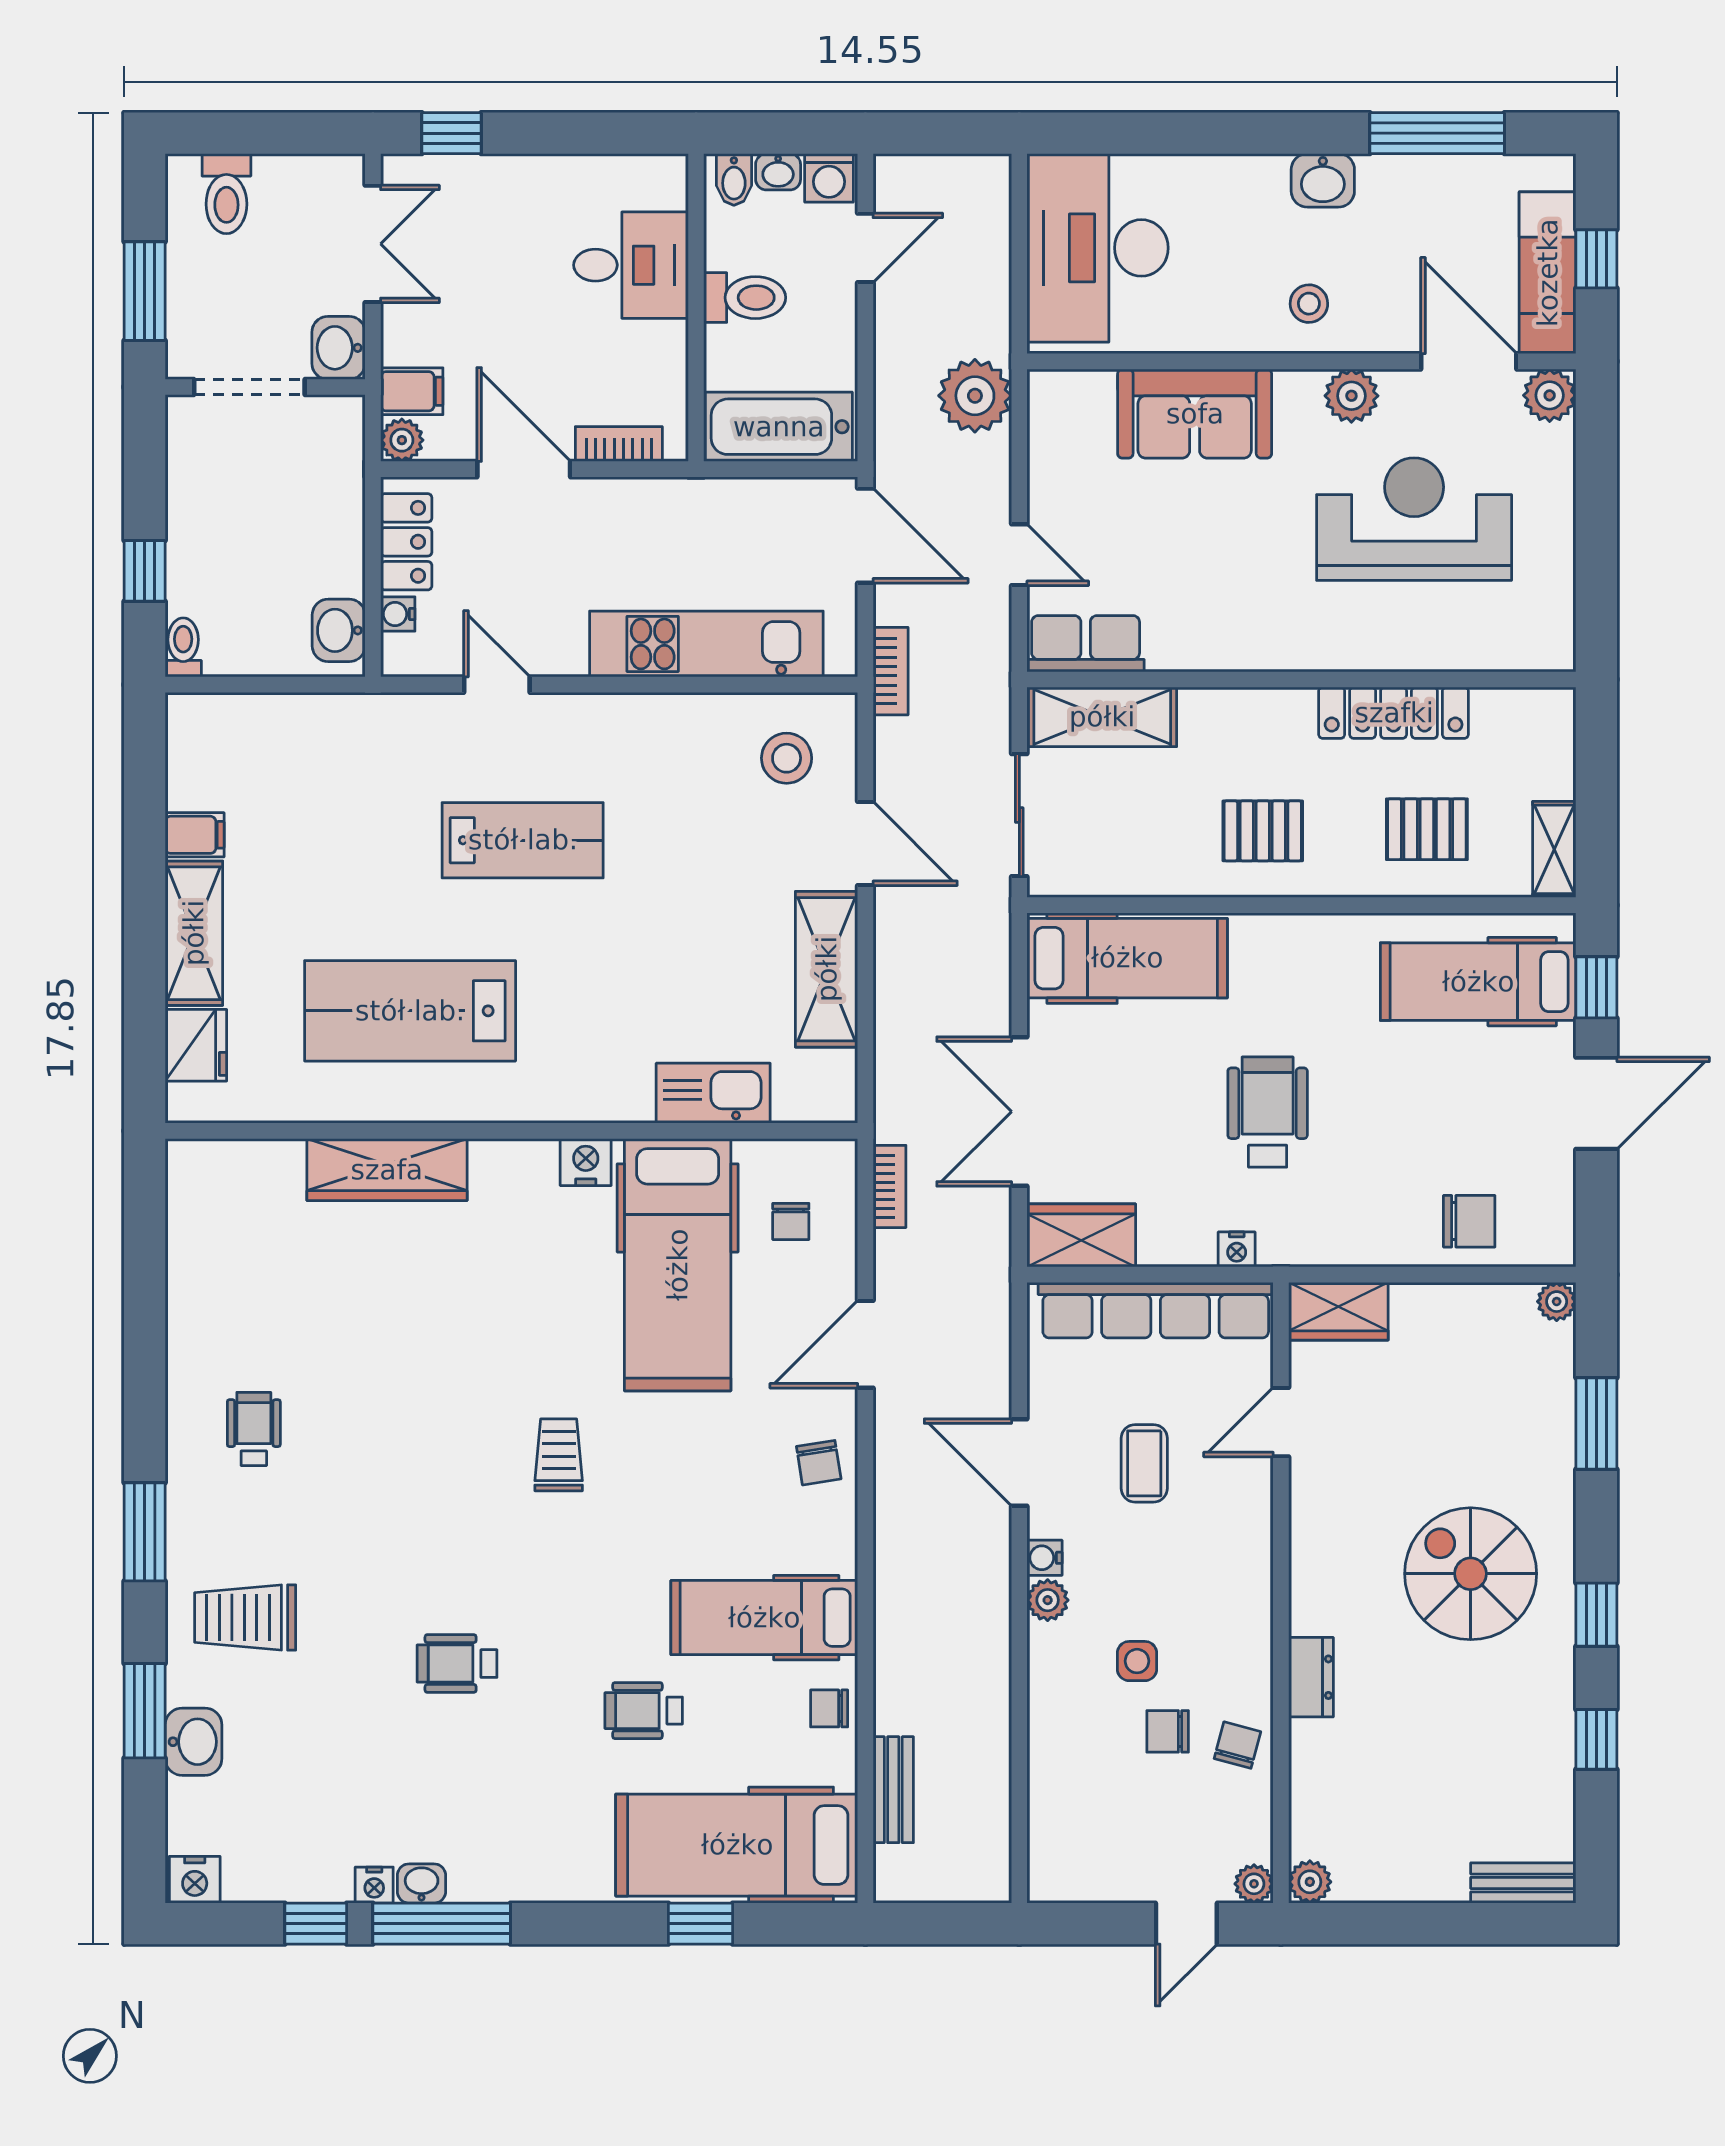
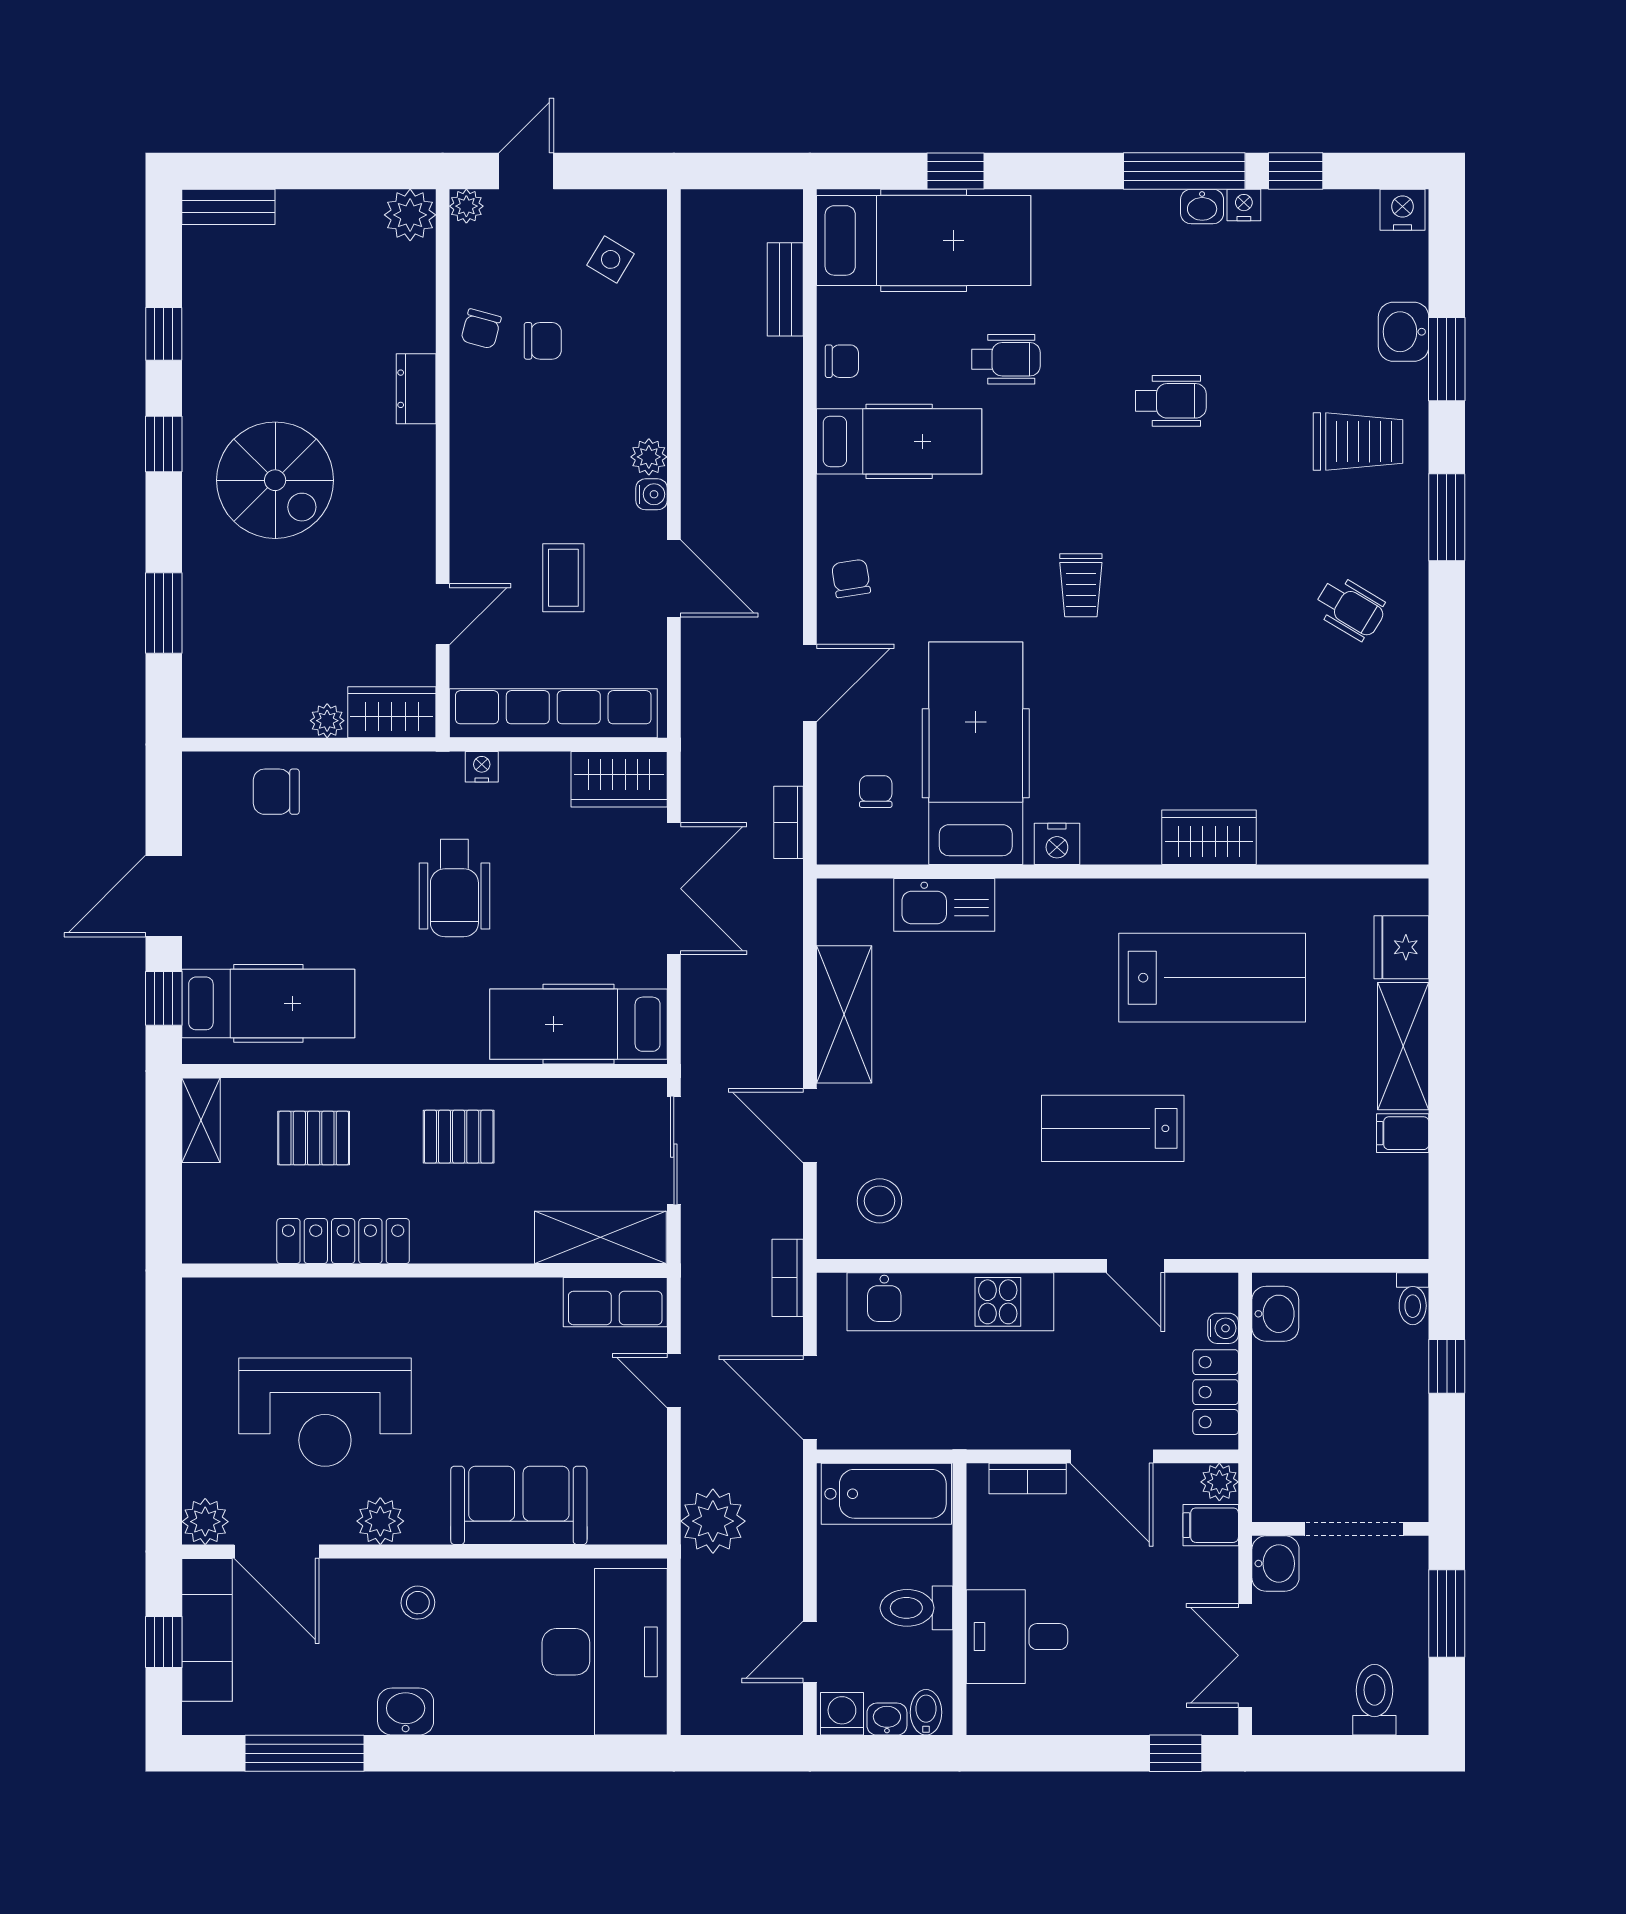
wardrobe: (387, 1170) -> (1209, 837), width x0.67
plant: (1557, 1302) -> (327, 721), moved
wheelchair: (254, 1429) -> (1350, 608), turned -59
side table: (1137, 1661) -> (611, 259), moved, turned 31
plant: (1310, 1882) -> (410, 215), width x1.38, depth x1.38

